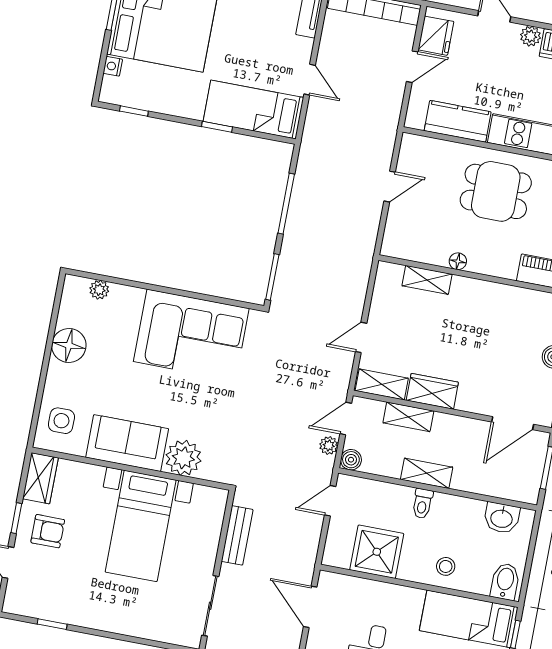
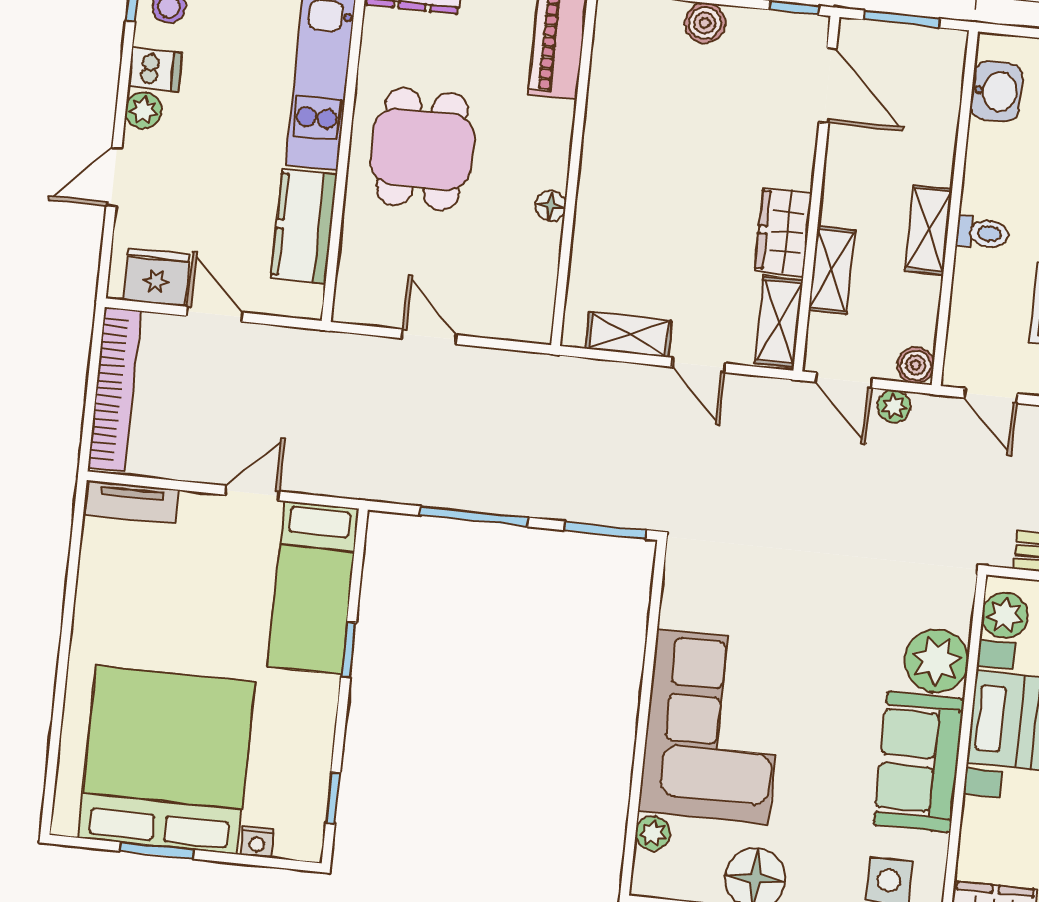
shelving: (427, 280) -> (629, 334), moved, turned 90
corner sofa: (191, 335) -> (712, 727), moved
plant: (206, 498) -> (1005, 615), added

